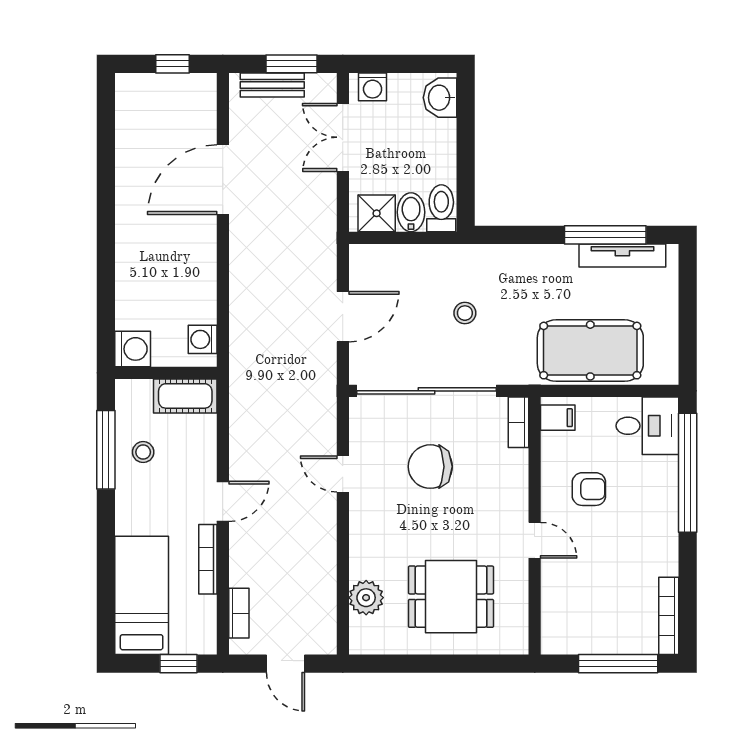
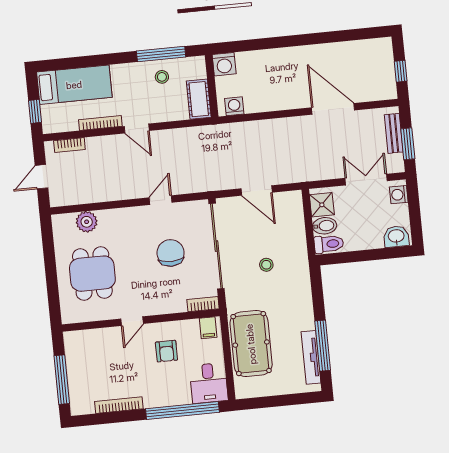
bookcase: (669, 616) -> (119, 405), moved

